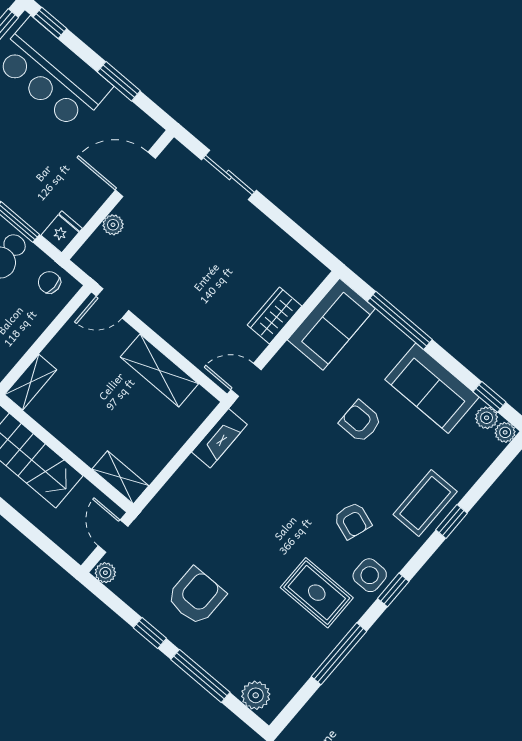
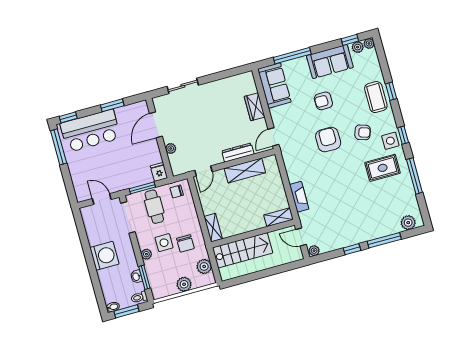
dresser: (181, 339) -> (238, 153), added
fireplace: (219, 438) -> (299, 197), moved
armchair: (196, 596) -> (328, 140), moved

